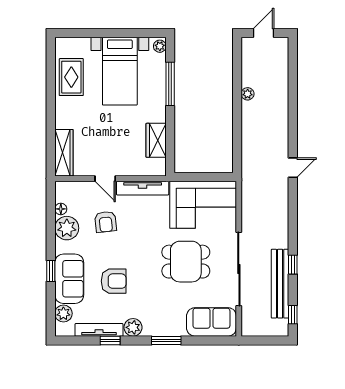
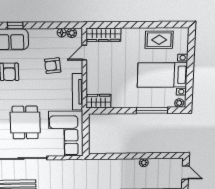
wardrobe: (156, 140) -> (99, 101), moved
door: (105, 179) -> (84, 53), moved
plant: (67, 228) -> (72, 33), moved, width x0.53, depth x0.53

